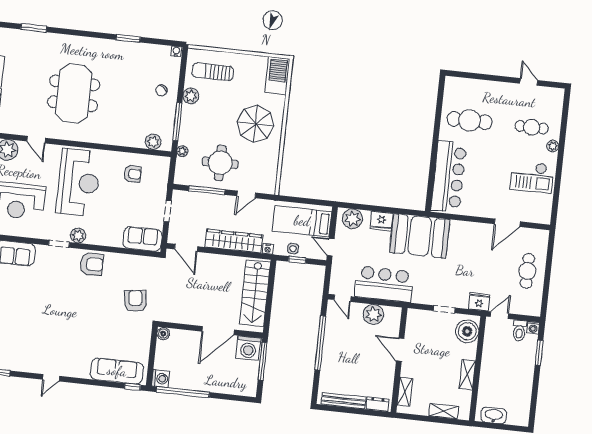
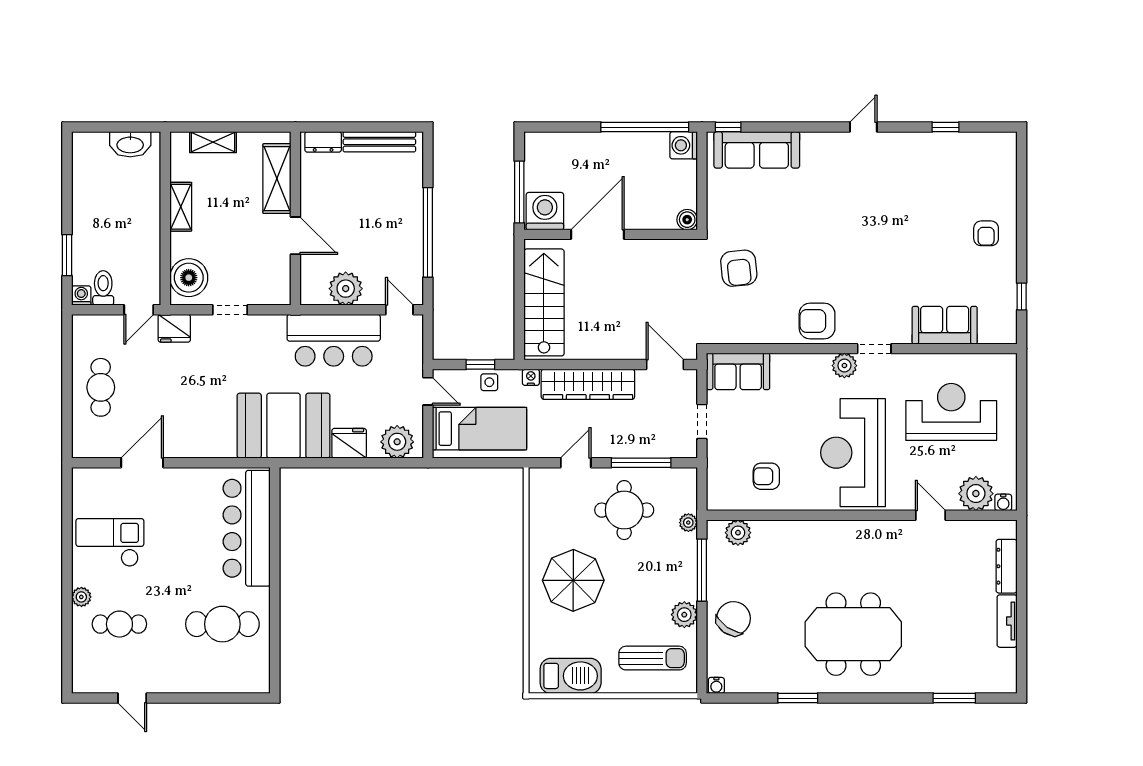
barbecue: (277, 76) -> (571, 676), moved, turned -90
chair: (162, 90) -> (733, 618), width x1.87, depth x1.87
meeting table: (74, 93) -> (853, 634), moved, turned 90
shelving: (405, 392) -> (277, 179), width x1.50, depth x1.33

